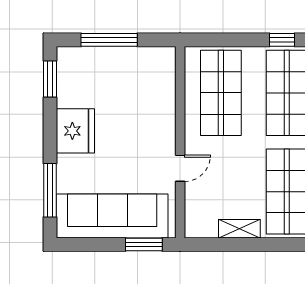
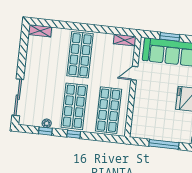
shelving: (239, 229) -> (125, 40), moved
window: (144, 245) -> (170, 37), moved

